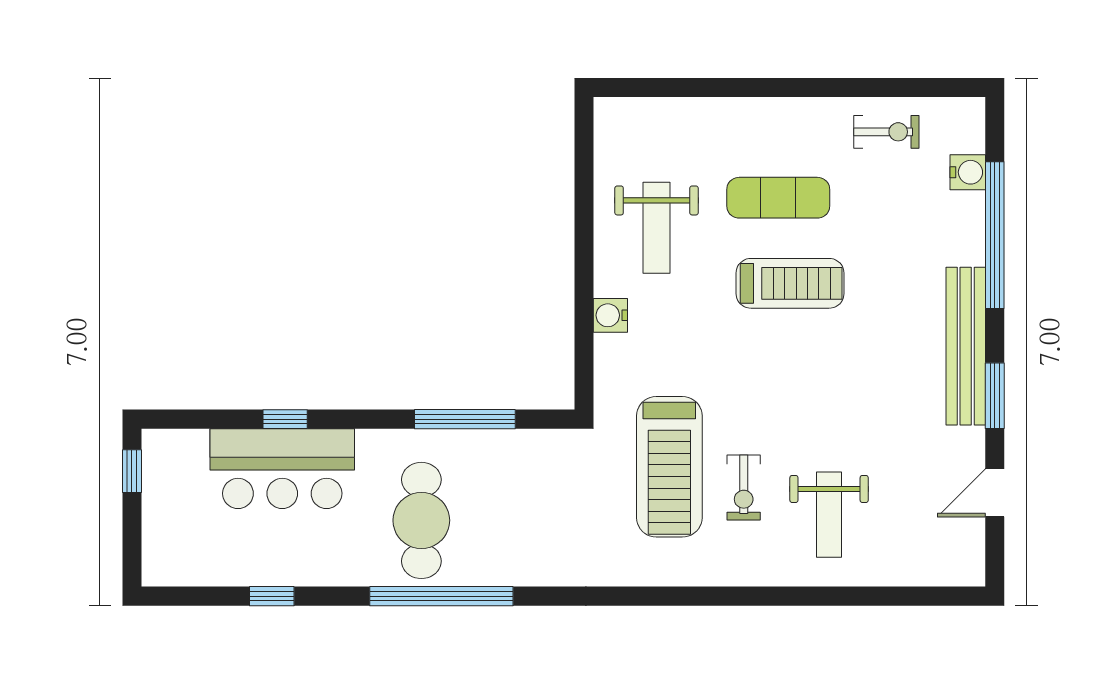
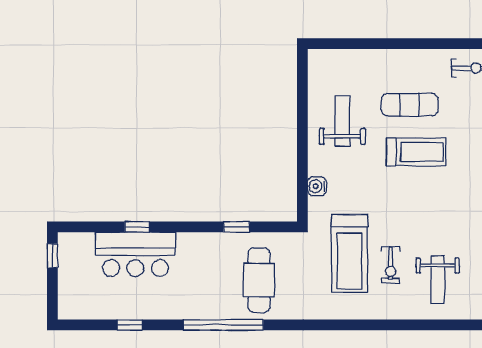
weight bench: (657, 228) -> (342, 121), turned 180
water cooler: (610, 315) -> (317, 186), moved
window: (465, 419) -> (236, 227), width x0.46
cafe table: (421, 520) -> (259, 280), moved

